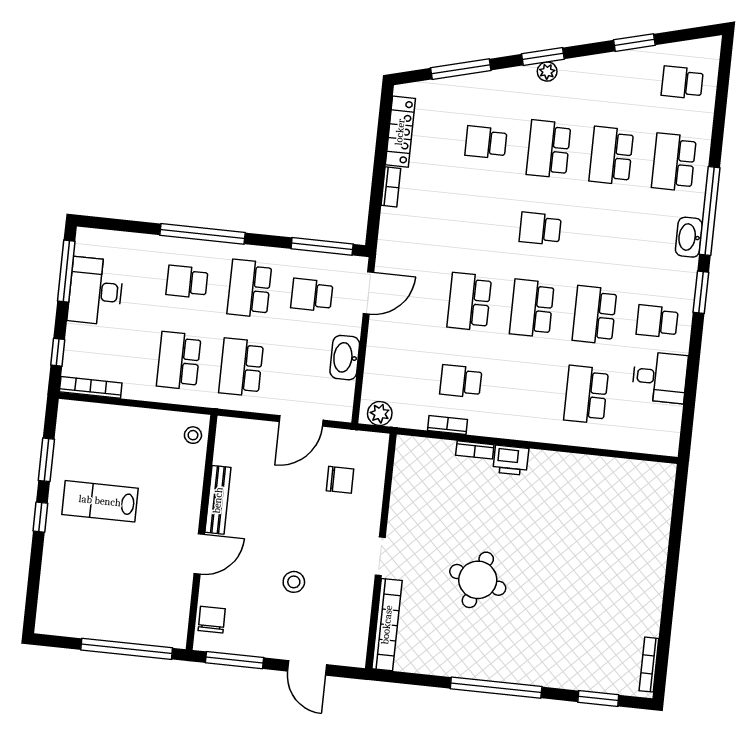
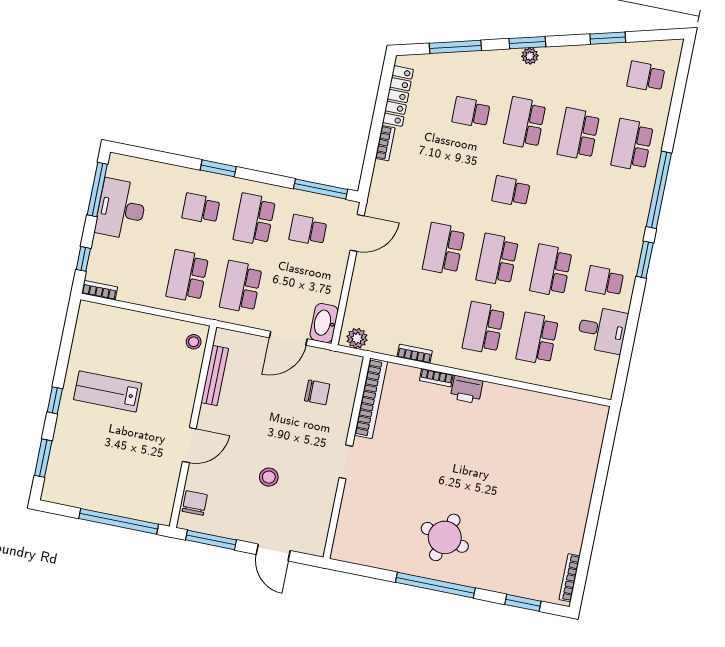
window: (203, 234) -> (218, 168), width x0.47
washbasin: (689, 237) -> (639, 211), removed
washbasin: (345, 358) -> (324, 323), moved
school desk: (461, 381) -> (483, 328), moved, width x1.85
bookcase: (91, 387) -> (100, 290), width x0.64
window: (46, 460) -> (43, 458), moved
bench: (218, 500) -> (215, 375), moved
round table: (478, 580) -> (445, 537), moved
bookcase: (387, 625) -> (371, 398), moved

